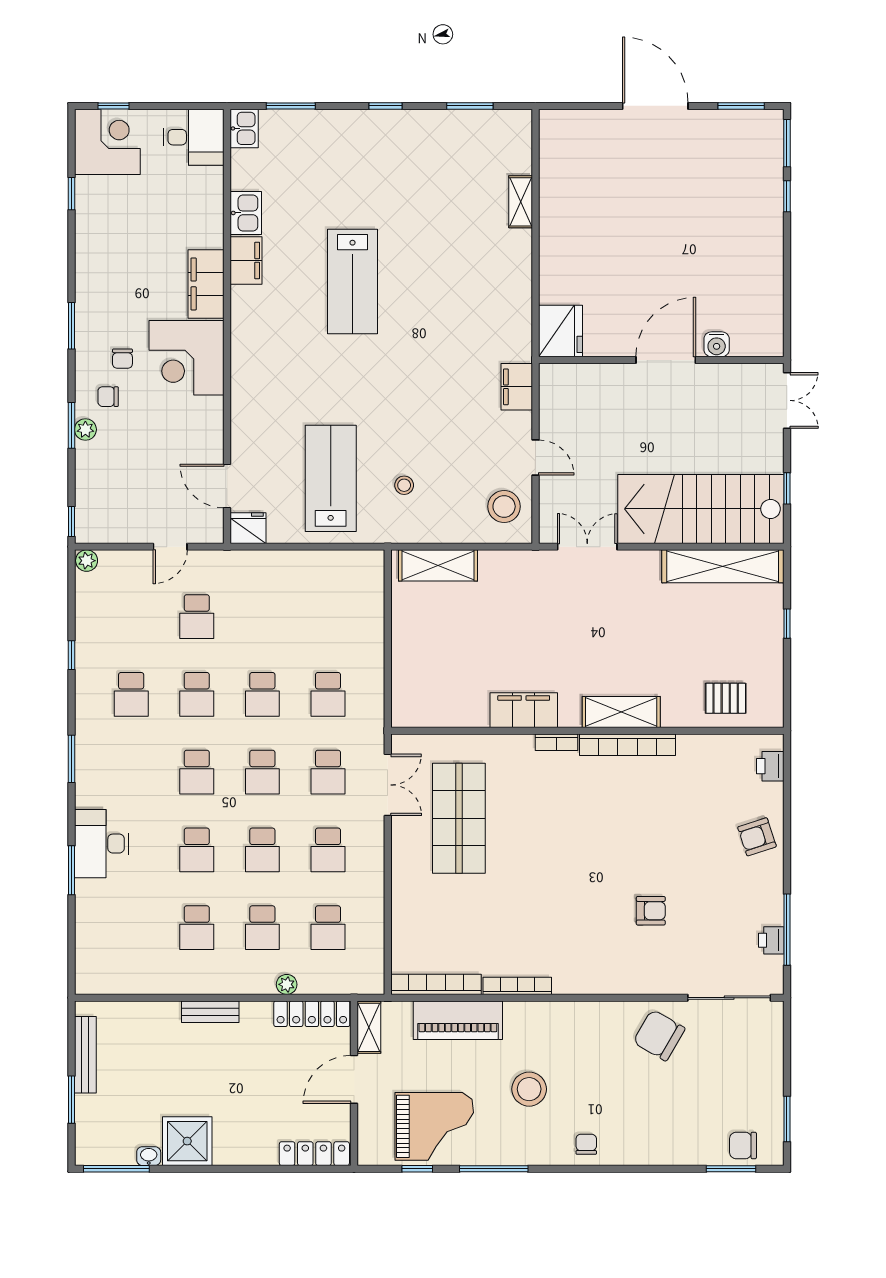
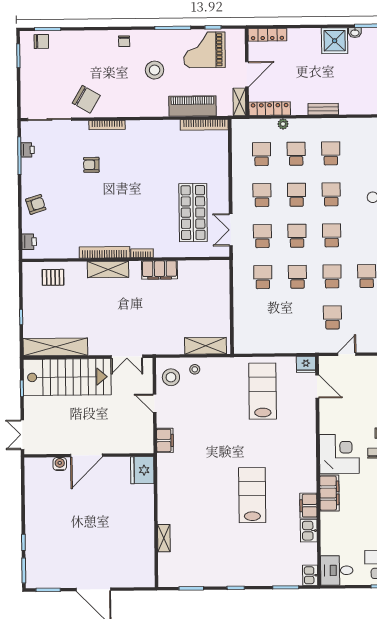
lab bench: (331, 478) -> (263, 391), turned 180
stool: (404, 485) -> (195, 369), moved
bookcase: (517, 986) -> (107, 125), moved

